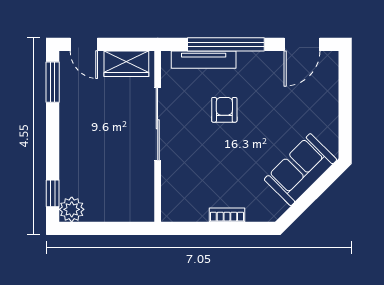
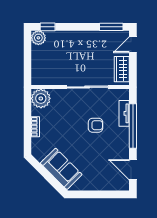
tv unit: (204, 60) -> (124, 113), width x0.71
plant: (178, 205) -> (41, 98), added

